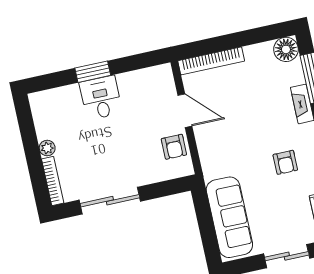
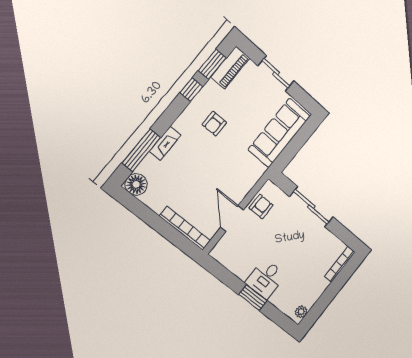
plant: (47, 148) -> (301, 312), moved
armchair: (285, 162) -> (214, 124), turned 180
sliding door: (110, 201) -> (311, 207), moved

